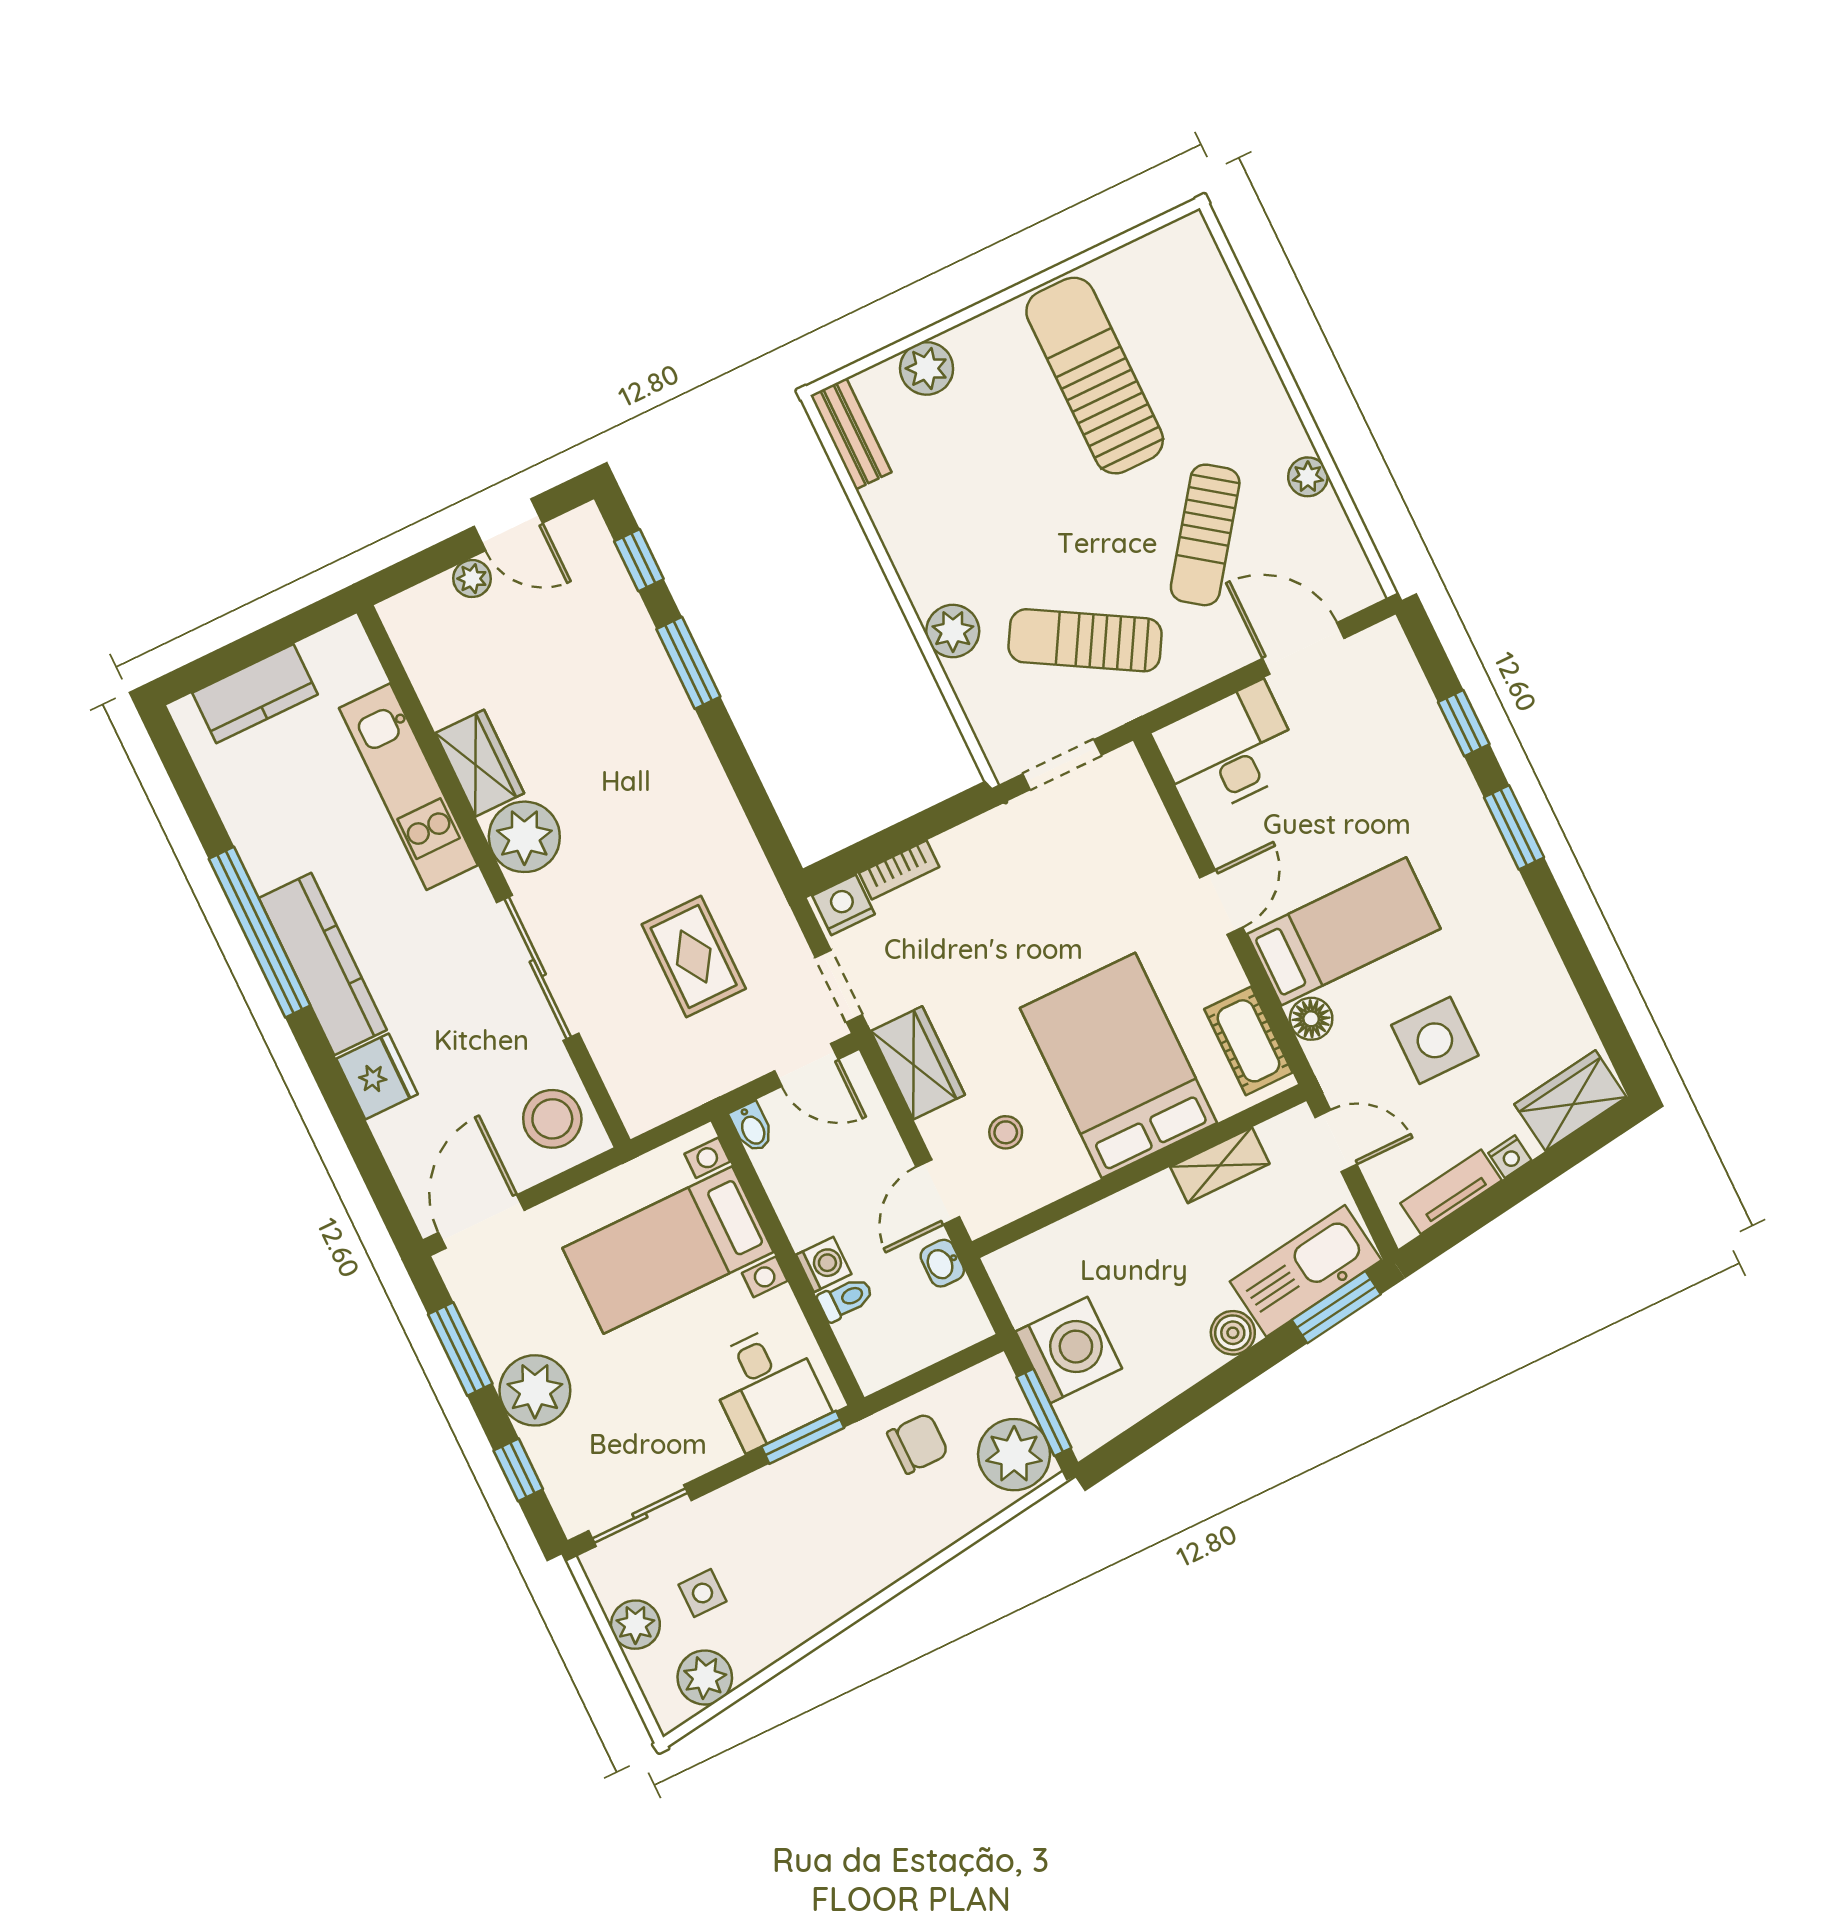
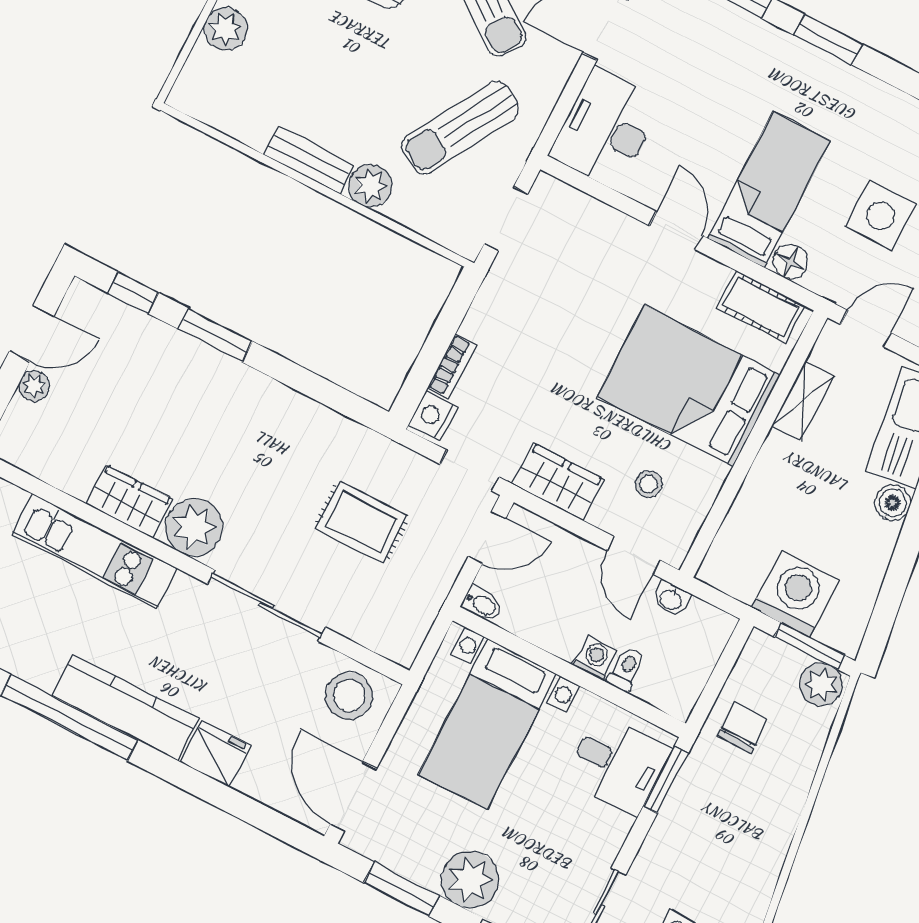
bench: (851, 434) -> (309, 160), moved
plant: (1014, 1455) -> (821, 685), width x0.73, depth x0.73

